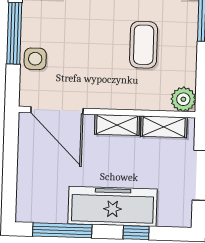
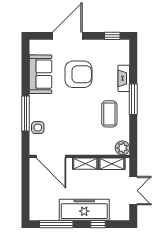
coffee table: (144, 45) -> (109, 114), moved

